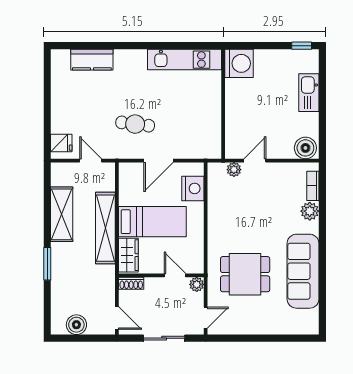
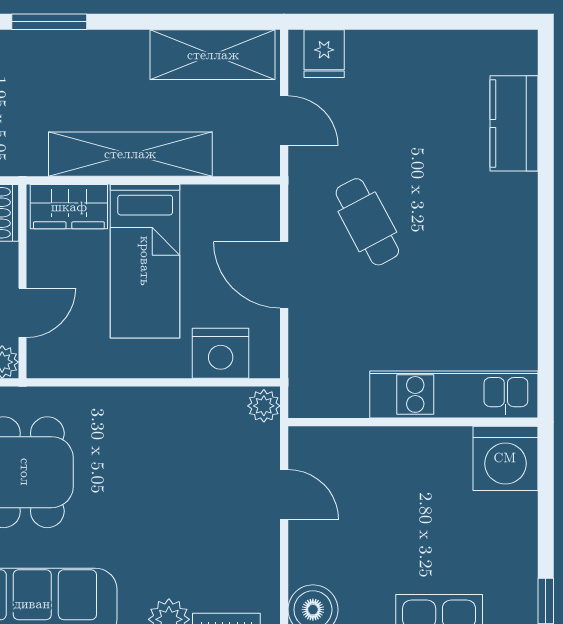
kitchen unit: (184, 60) -> (454, 394), moved, turned 90
cafe table: (135, 124) -> (367, 222), turned -35
door: (91, 161) -> (284, 121), hinge flipped
plant: (234, 170) -> (264, 406), moved
shelving: (62, 214) -> (213, 55), moved

